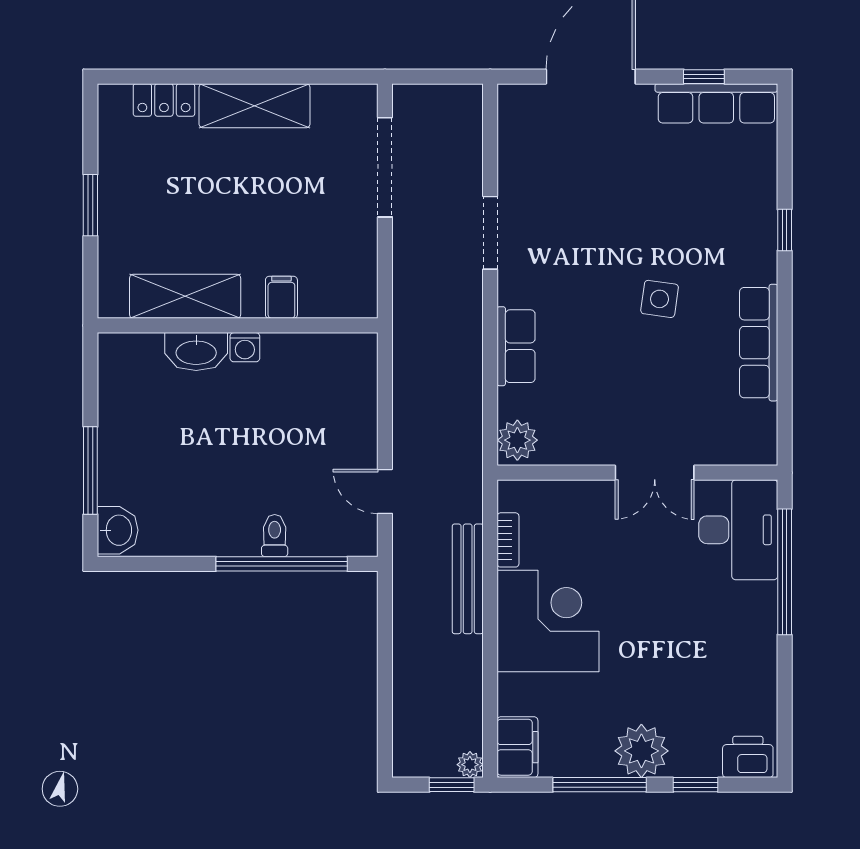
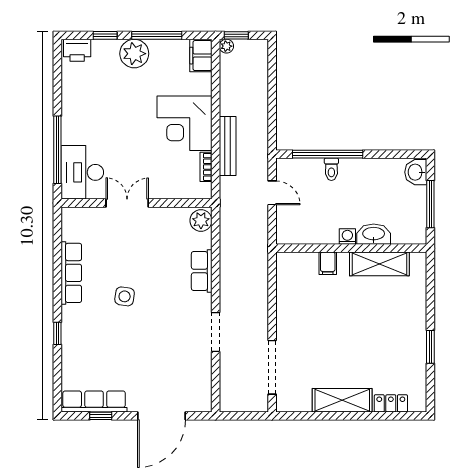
shelving: (185, 296) -> (379, 264), moved
filing cabinet: (281, 297) -> (328, 263), moved
wall: (238, 325) -> (351, 248), moved
washing machine: (245, 347) -> (347, 237), moved
washbasin: (196, 352) -> (374, 234), moved

